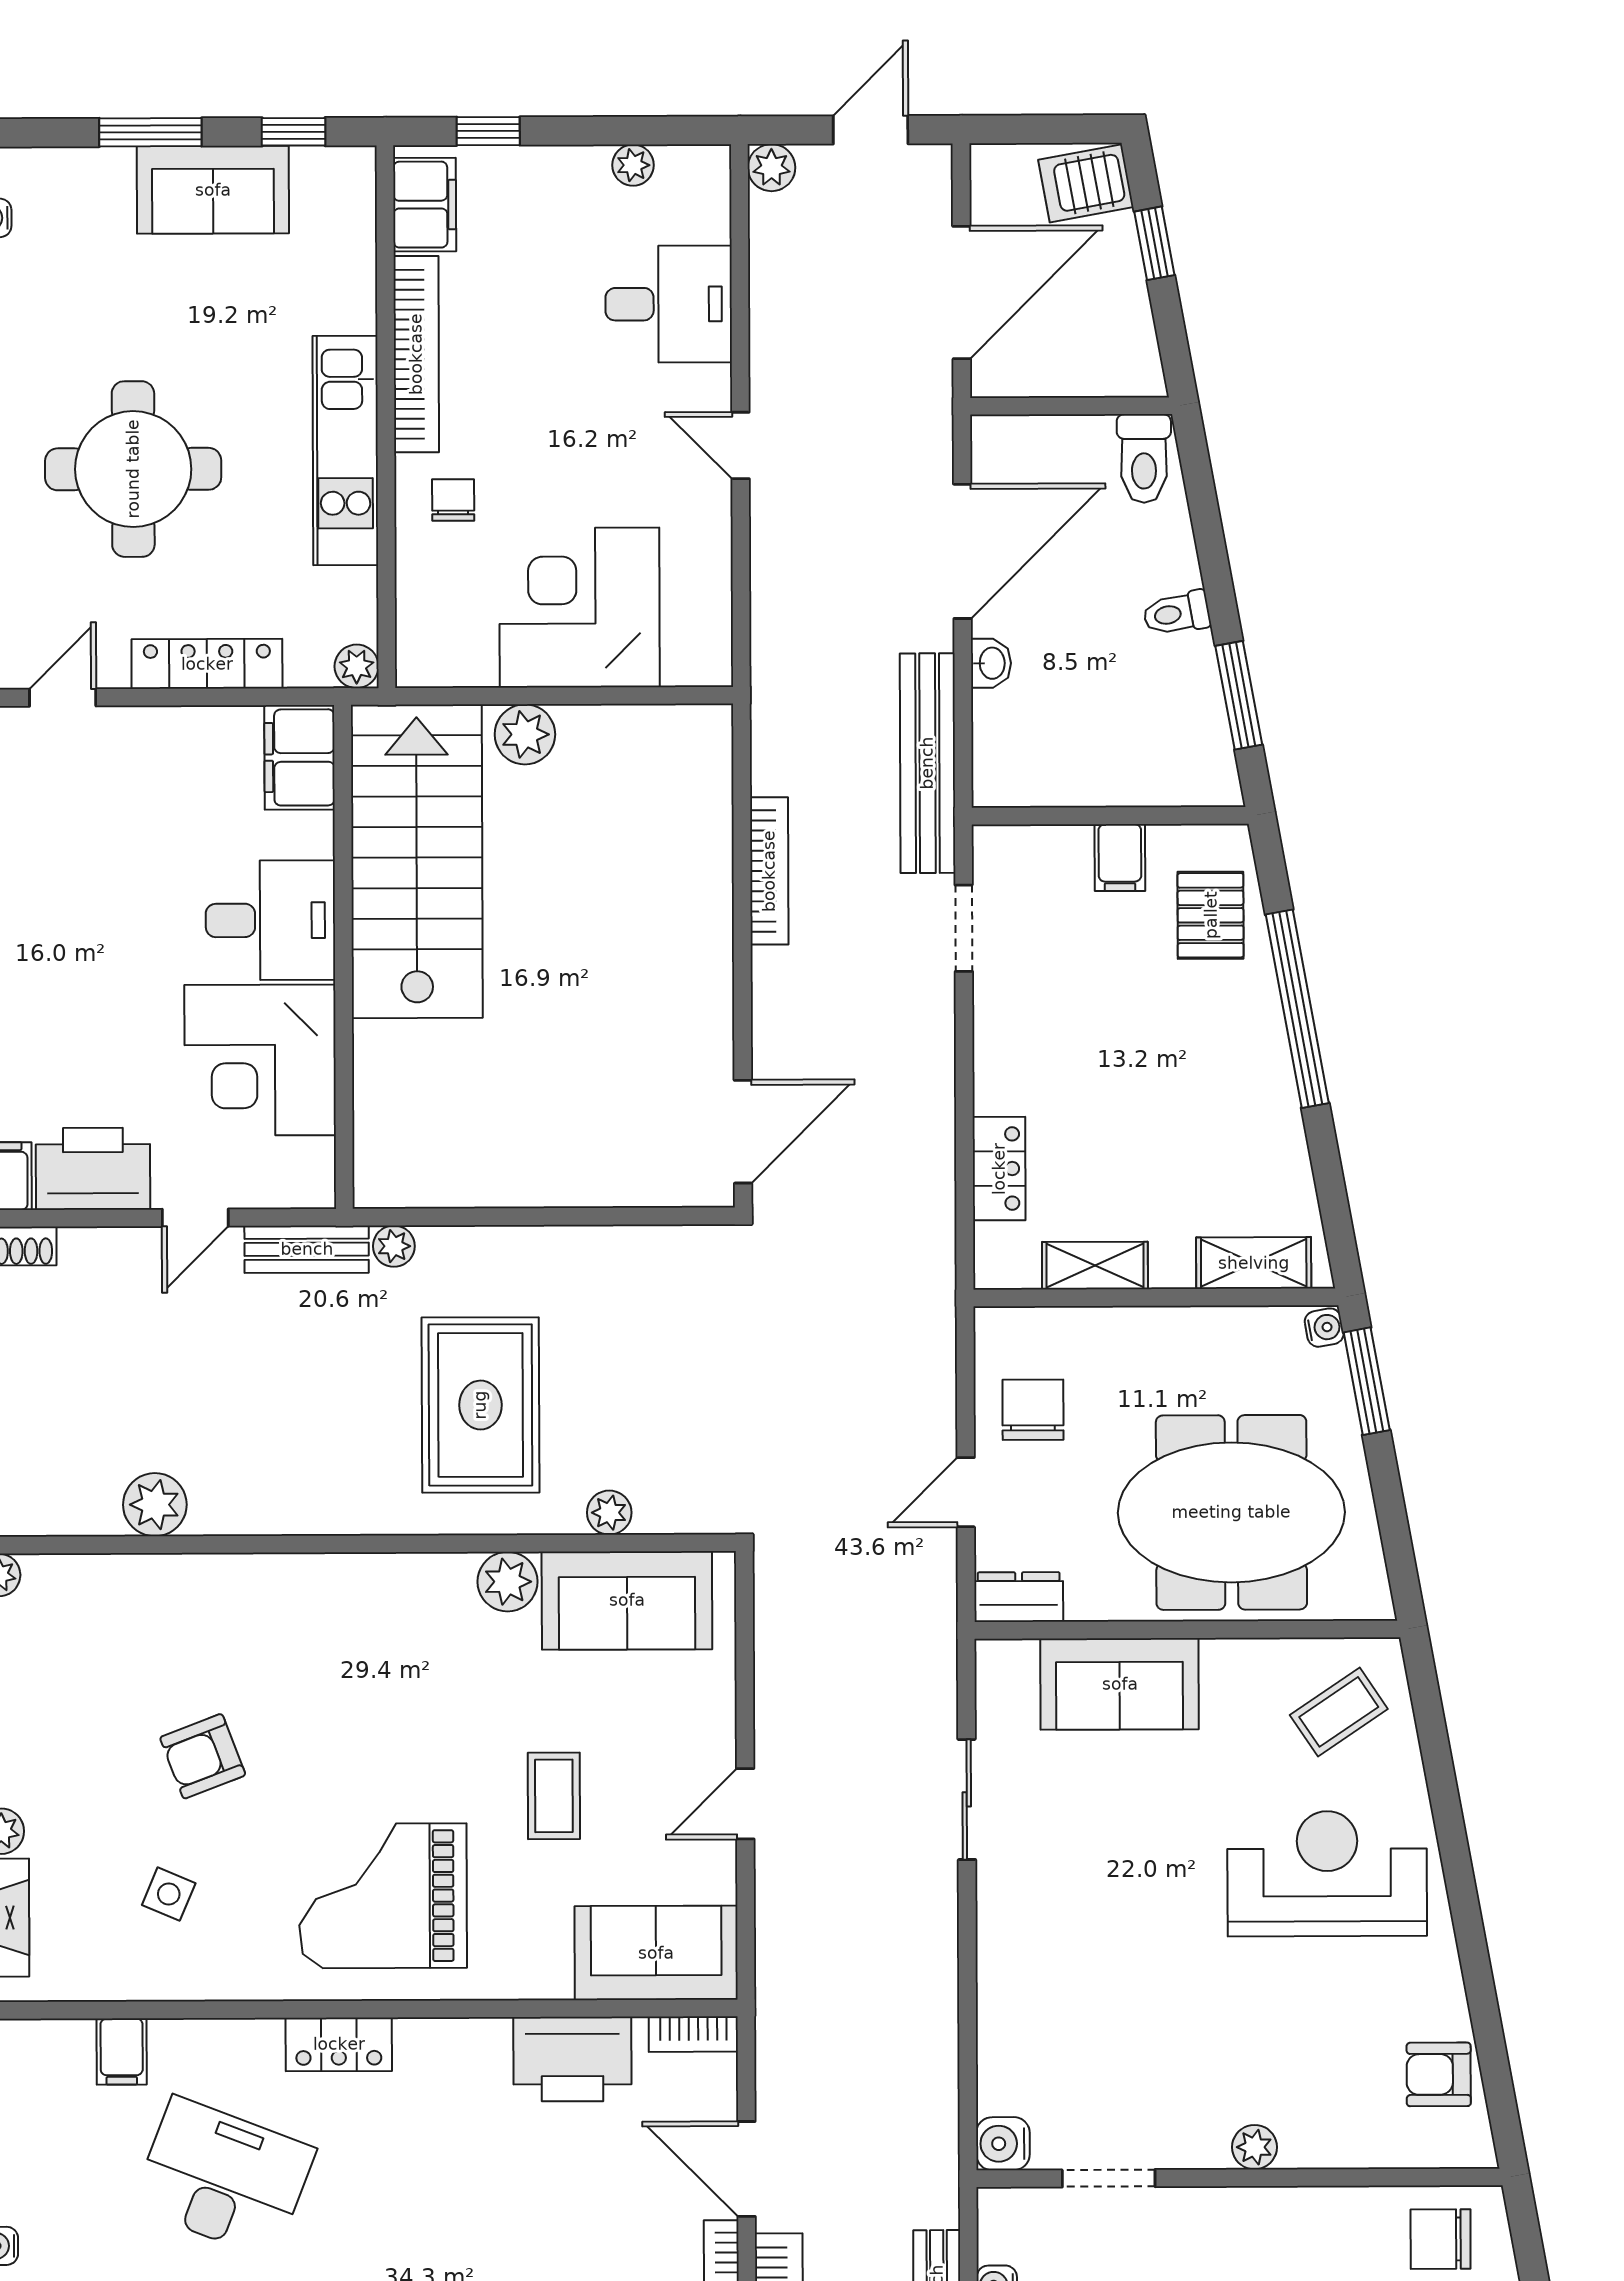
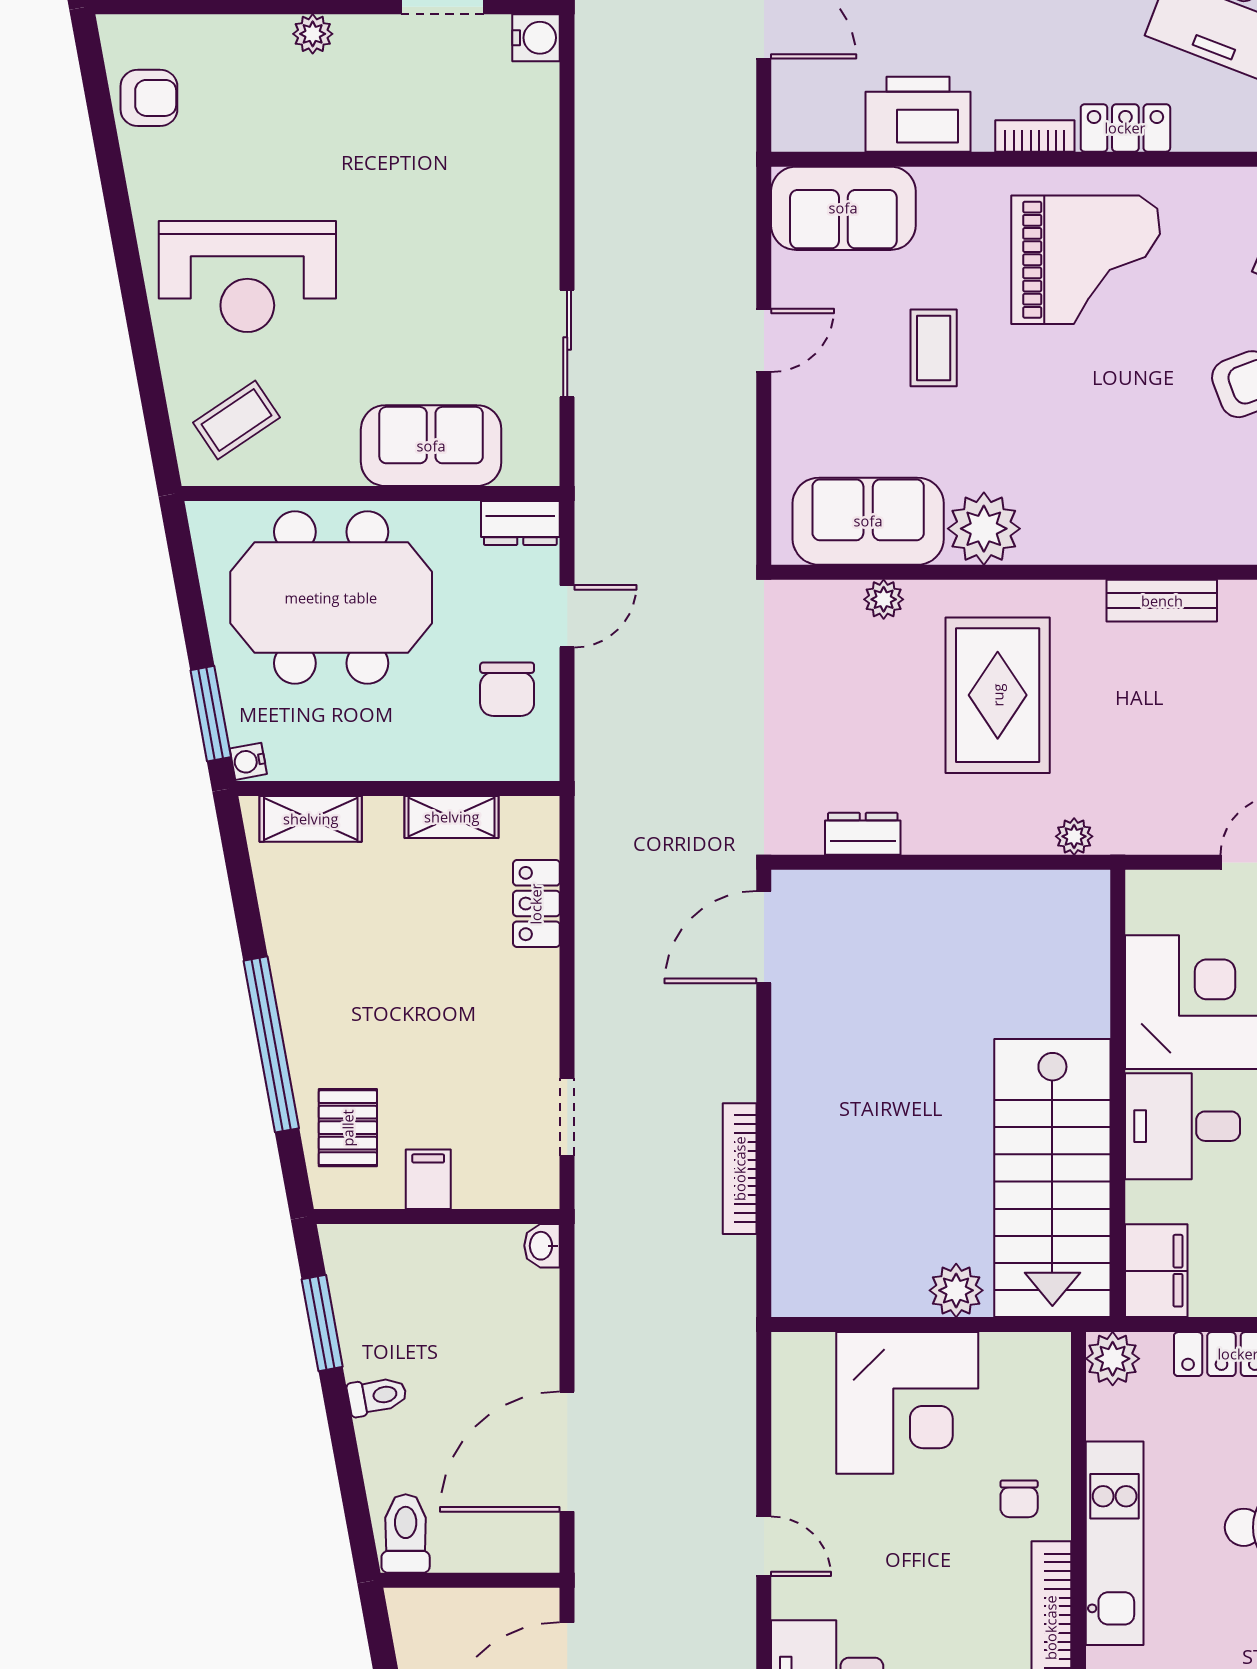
washbasin: (991, 663) -> (542, 1246), moved
plant: (357, 666) -> (1113, 1359), width x1.38, depth x1.38
bench: (927, 763) -> (599, 1264), removed
dresser: (632, 1248) -> (863, 834), added
bench: (307, 1249) -> (1162, 601), moved
plant: (508, 1582) -> (984, 529), width x1.36, depth x1.36
bookcase: (693, 2034) -> (1035, 136), moved

